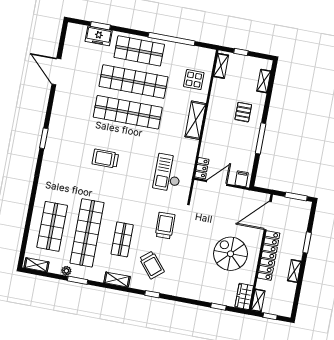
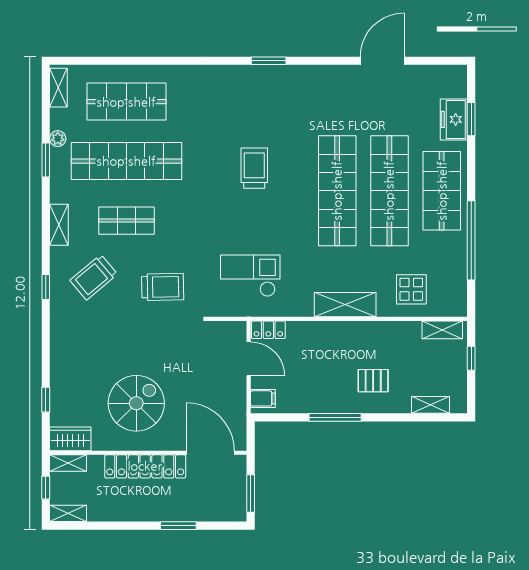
shelving: (294, 271) -> (68, 513), moved

